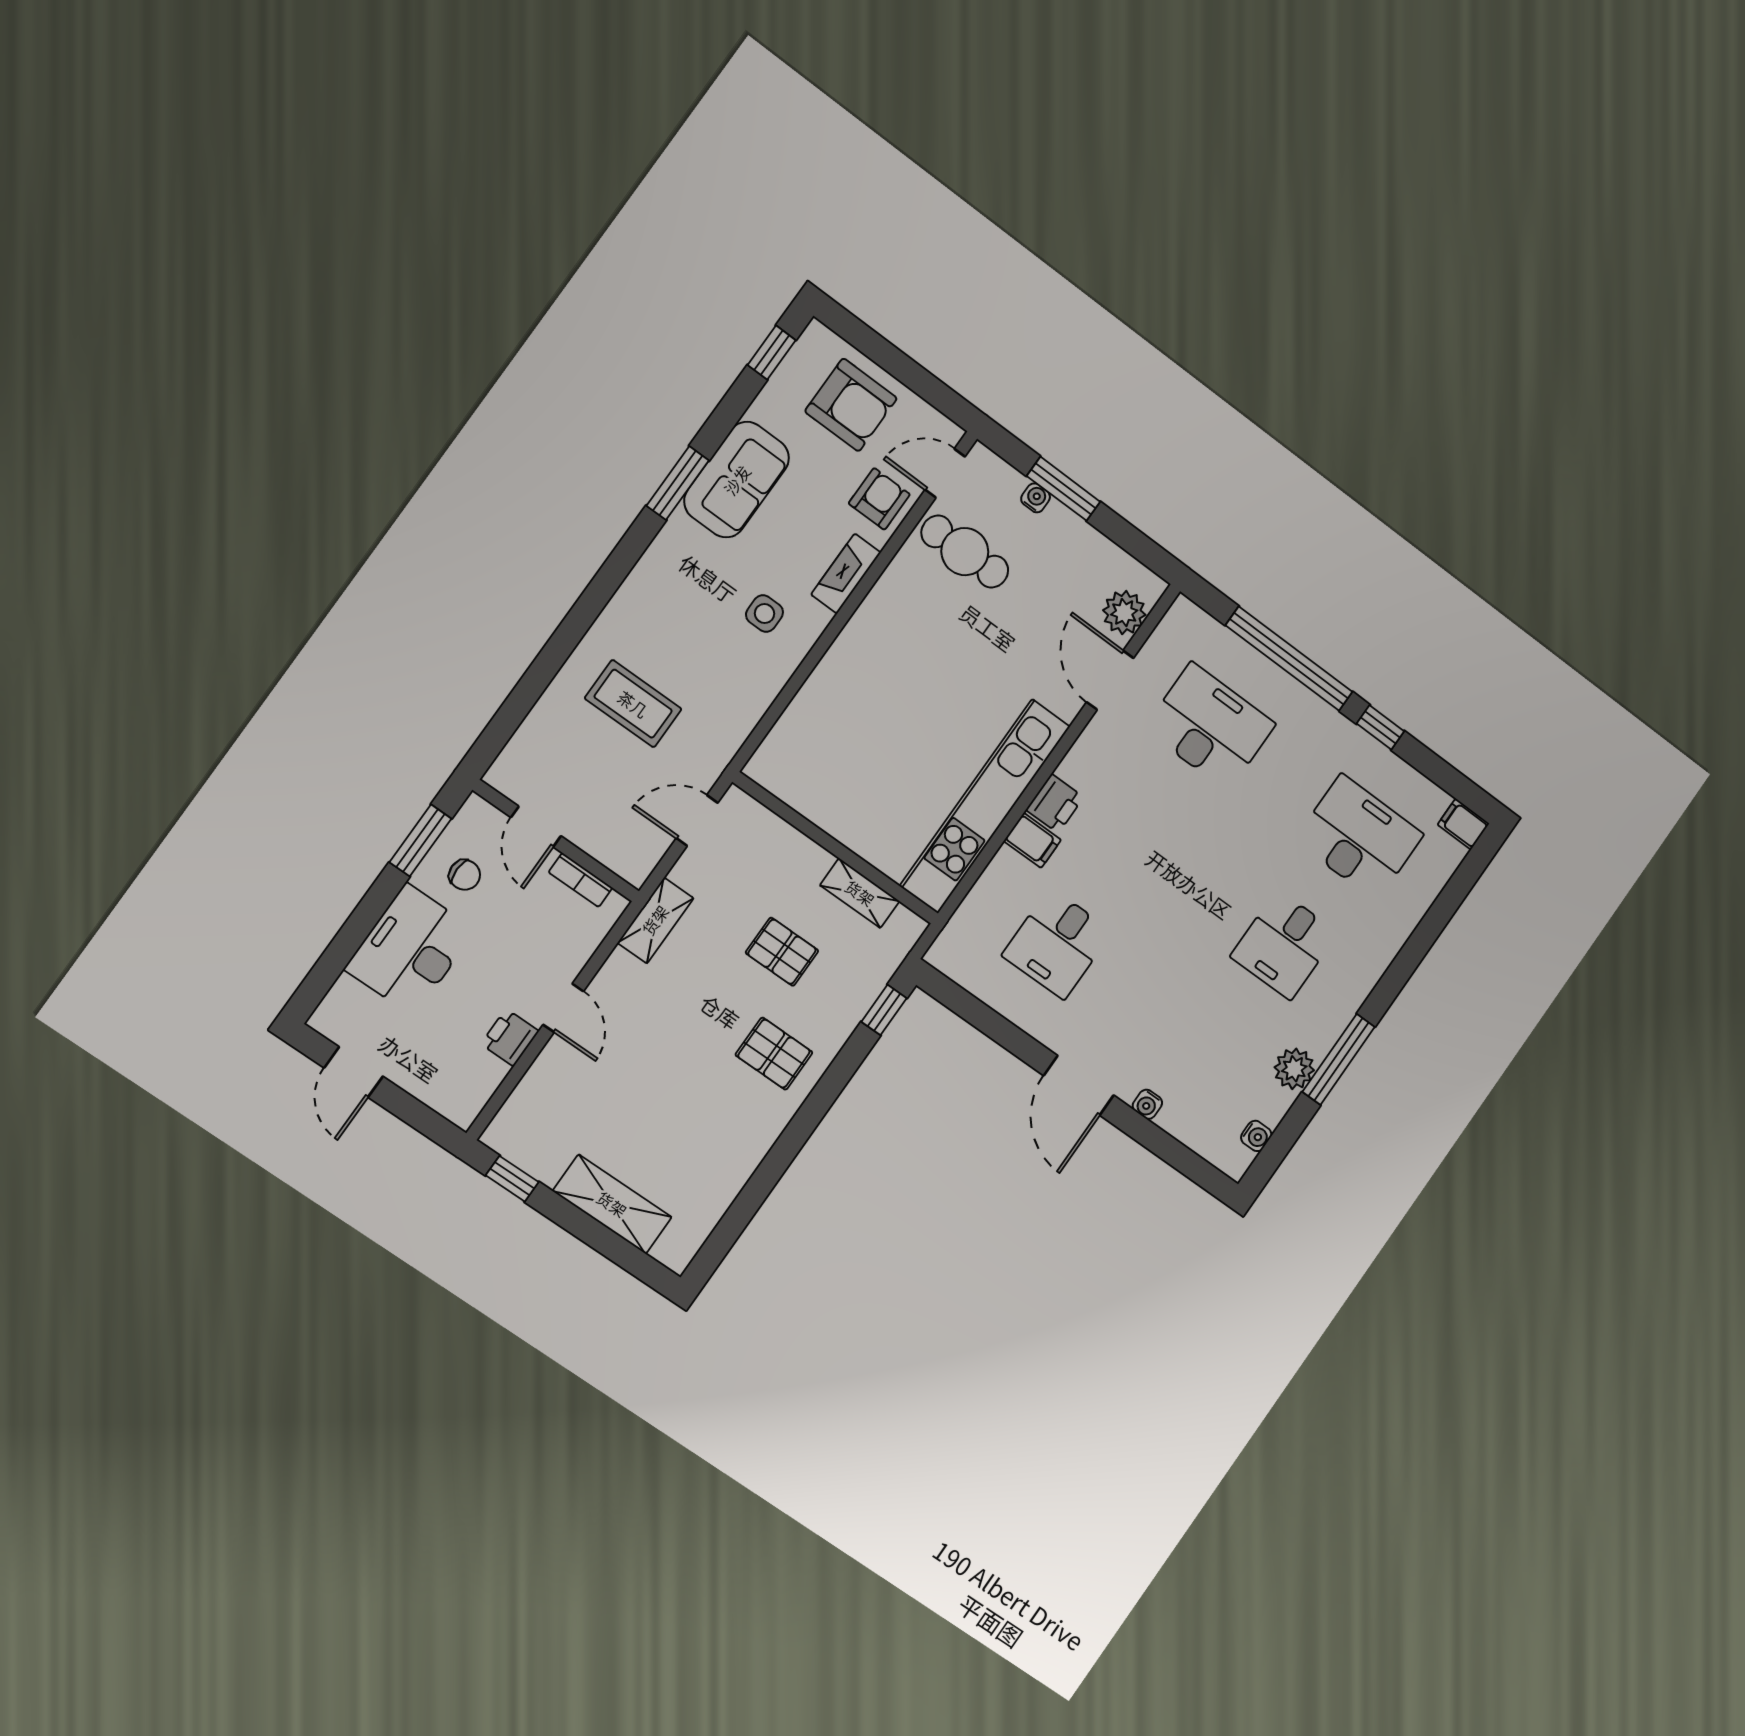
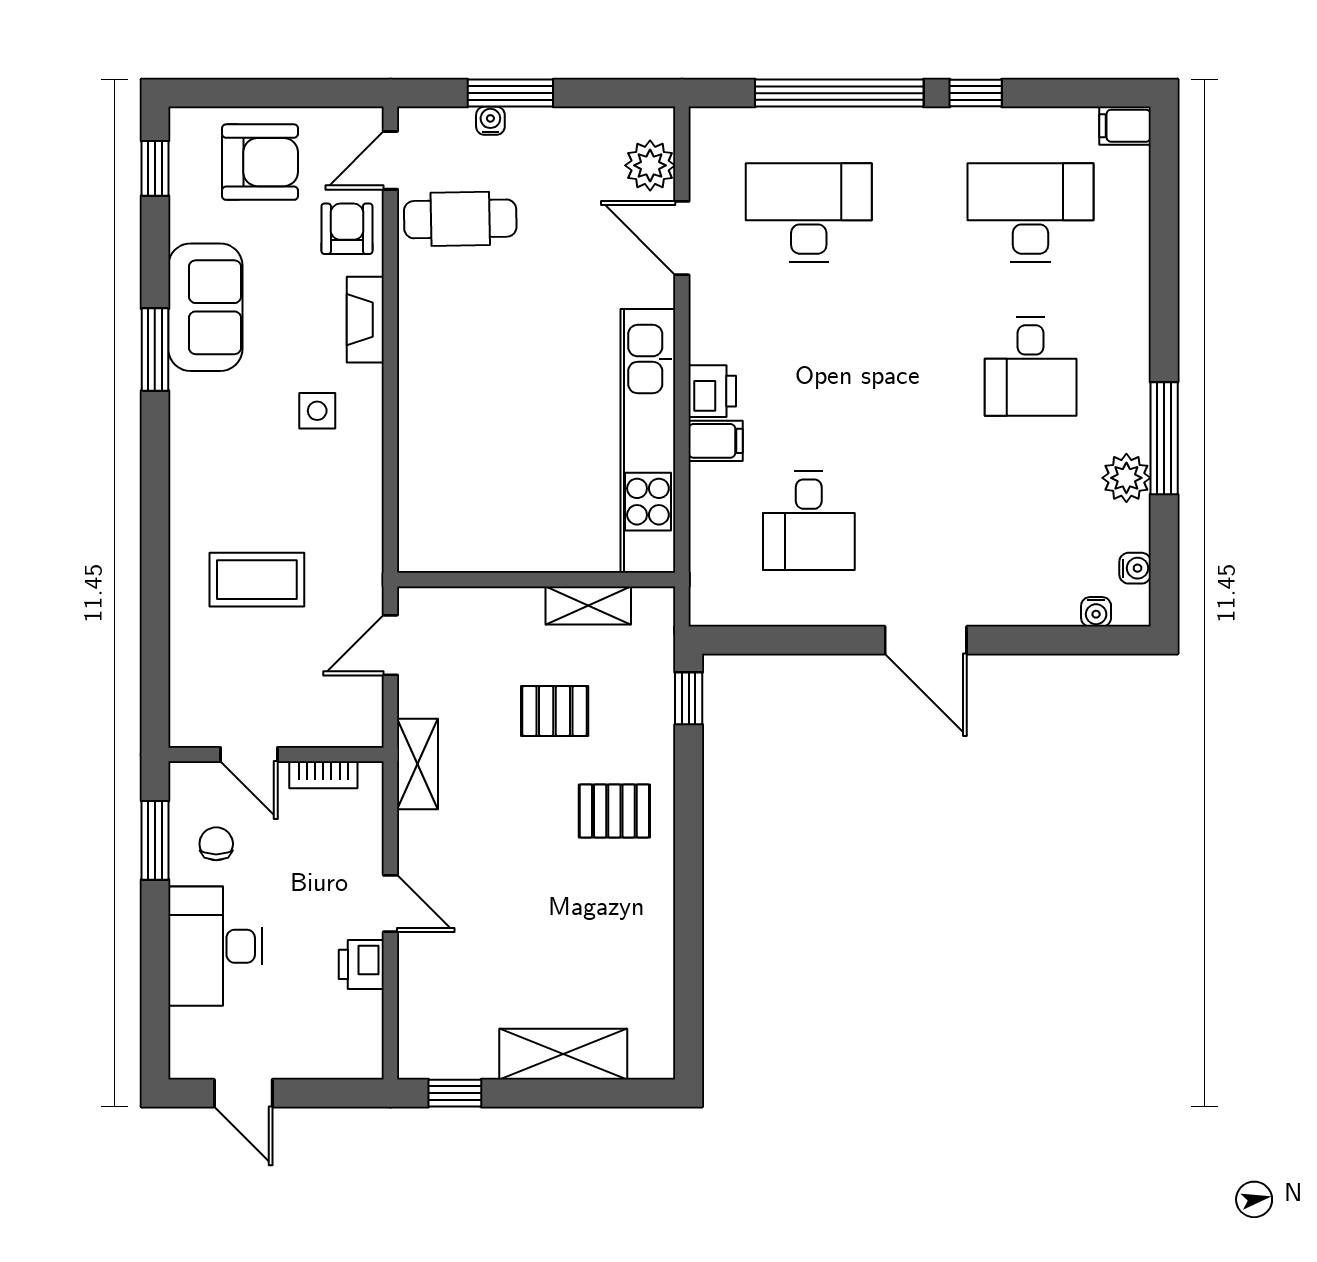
chair: (465, 875) -> (216, 844), turned -90
water cooler: (1147, 1104) -> (1096, 612), moved

